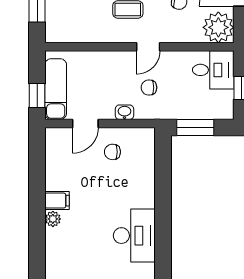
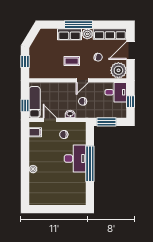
door: (85, 124) -> (50, 120), swing flipped
filing cabinet: (57, 201) -> (35, 132), moved
window: (163, 209) -> (90, 164), added
desk: (134, 236) -> (75, 159), moved

